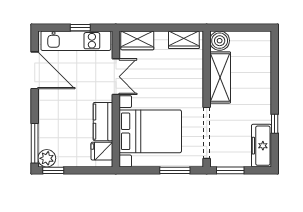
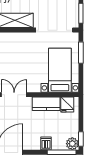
dishwasher: (47, 121) -> (46, 143), added
bed with nightstands: (150, 131) -> (60, 70), width x0.73

